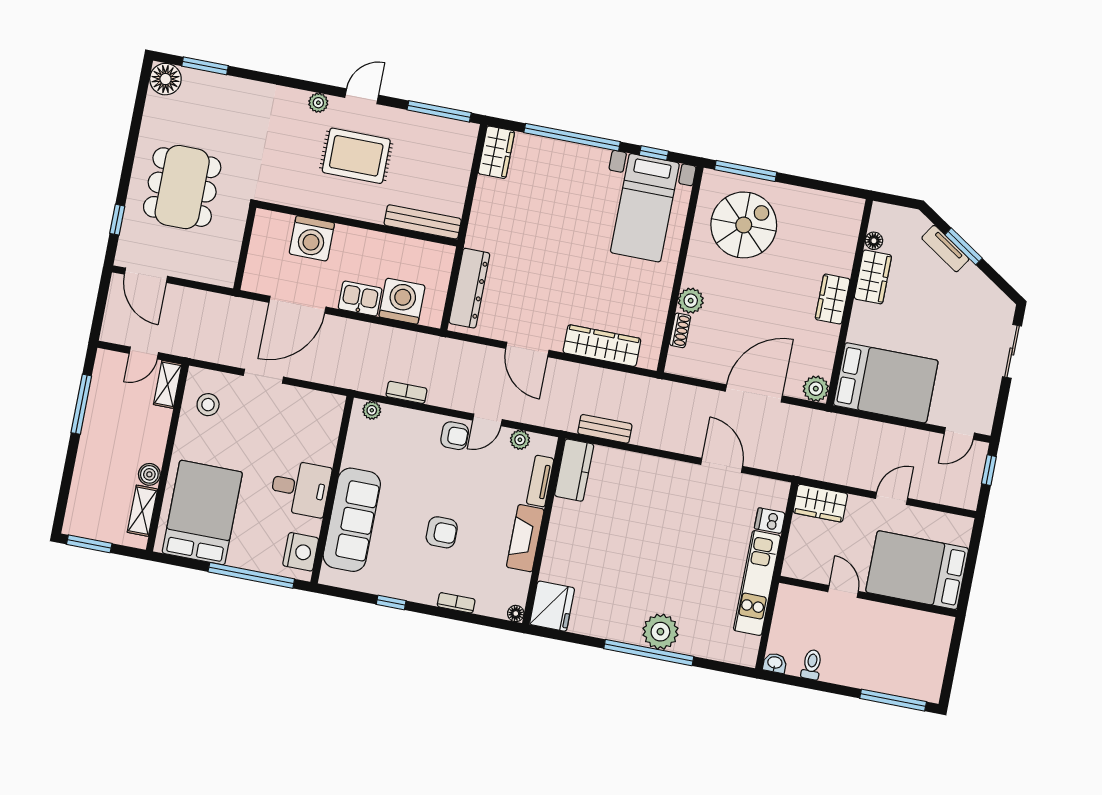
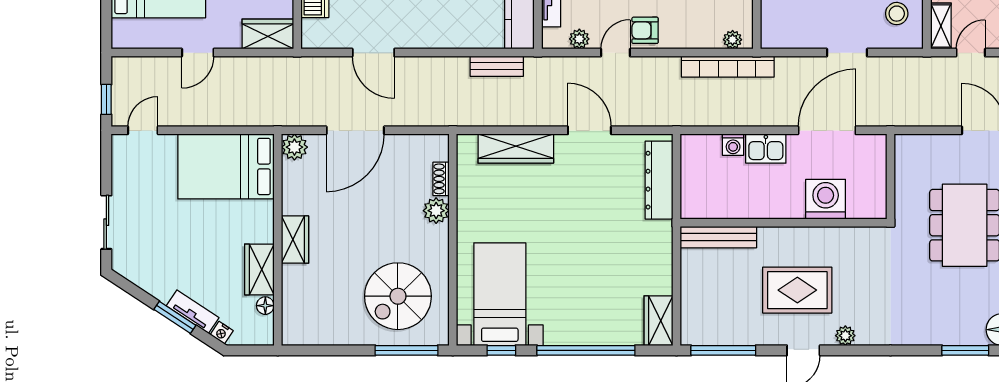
nightstand: (921, 223) -> (222, 333), added
washing machine: (402, 301) -> (733, 145), width x0.53, depth x0.53
bookcase: (406, 392) -> (728, 67), width x2.31, depth x1.31

